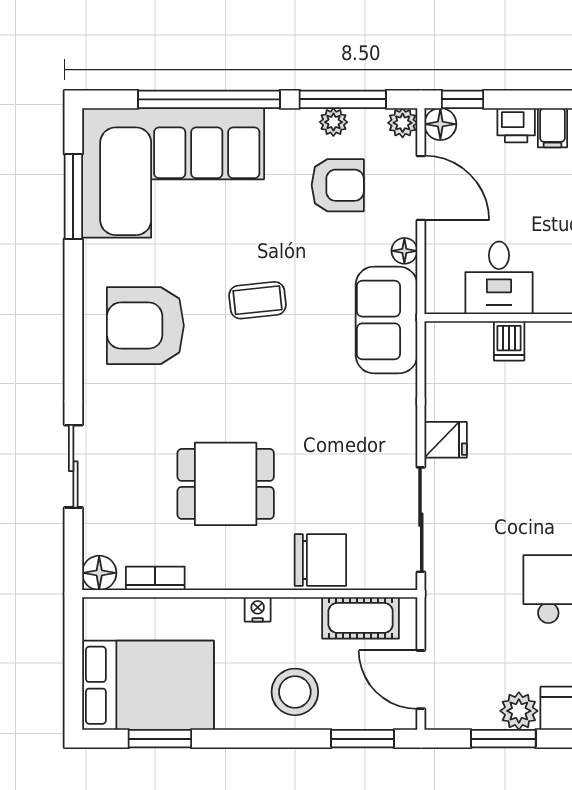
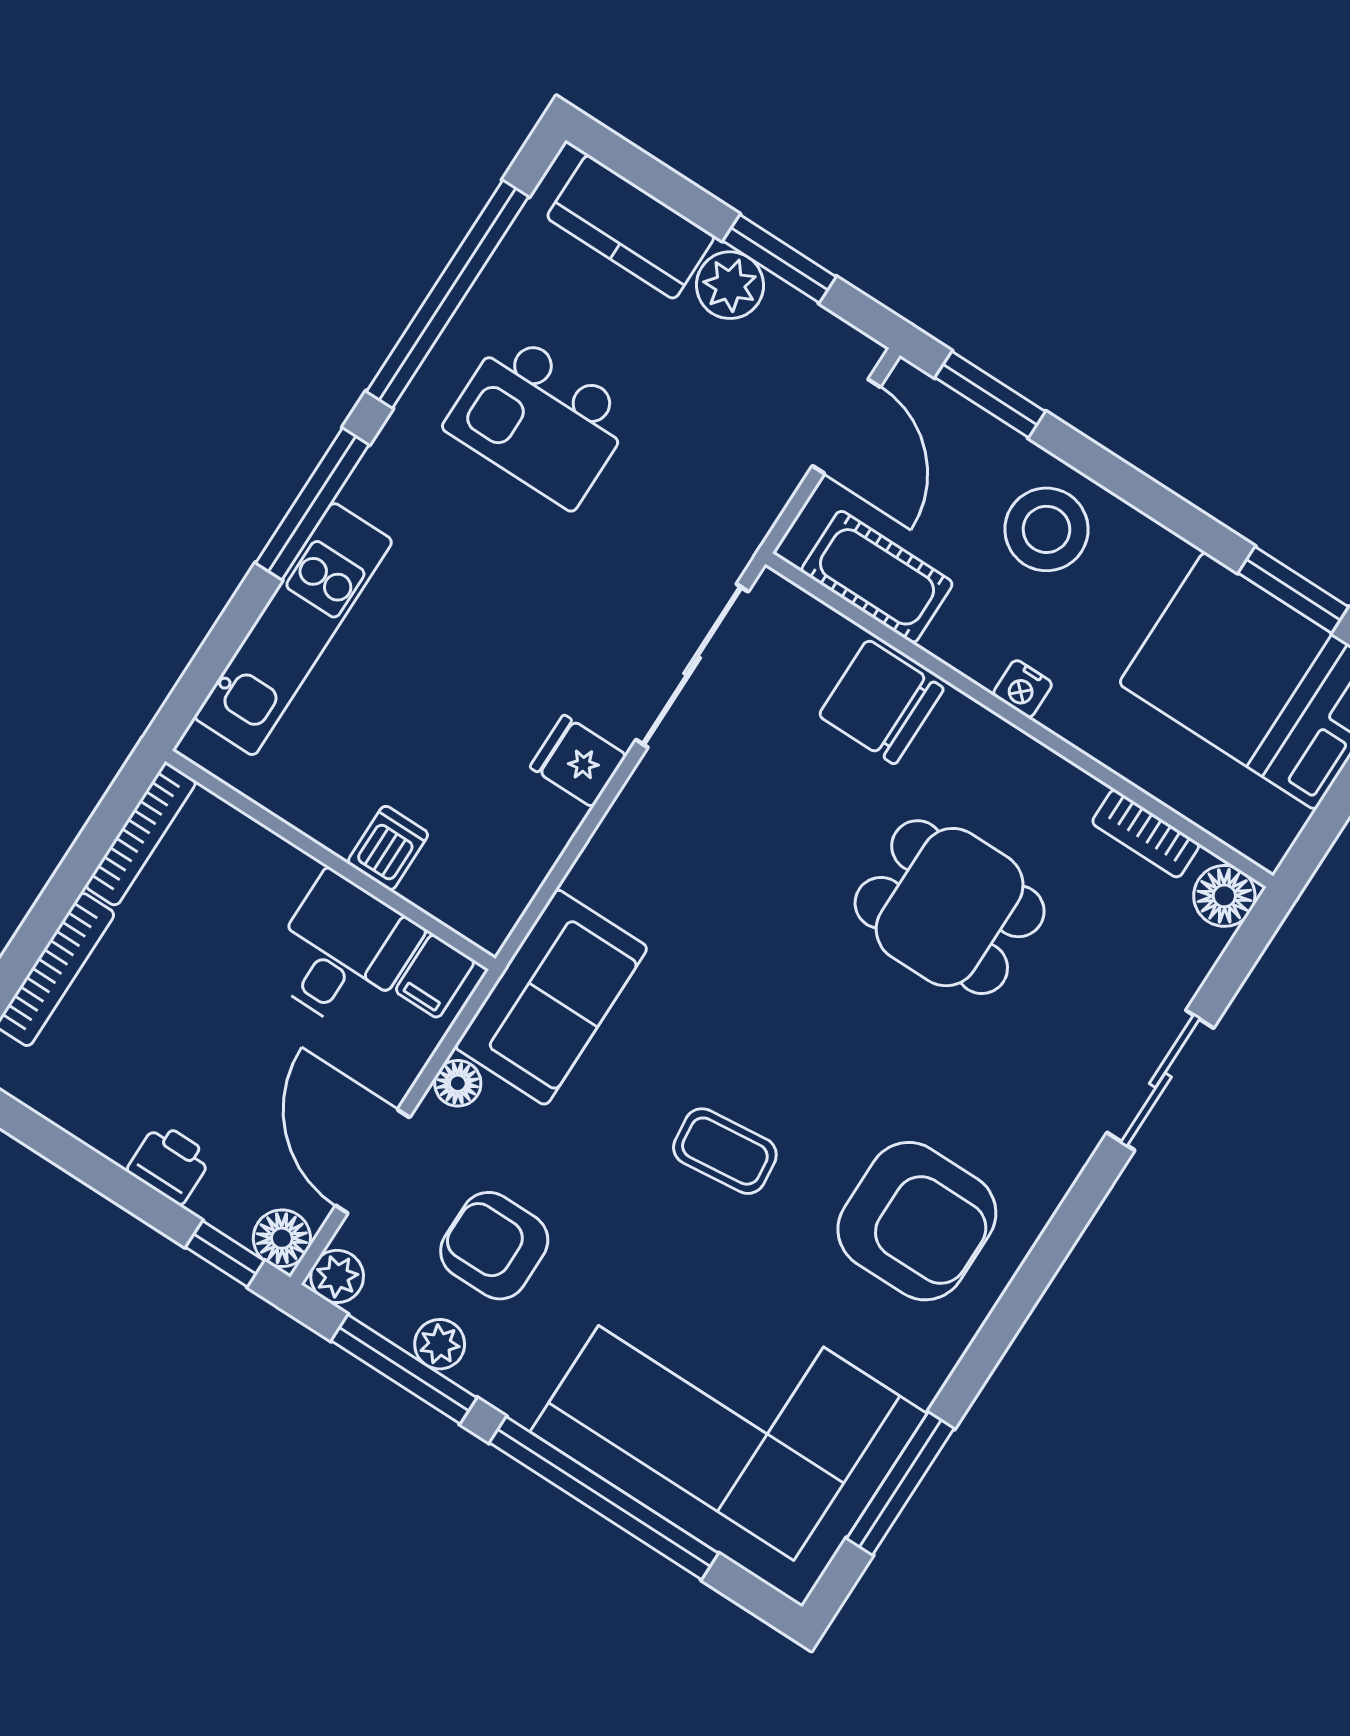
filing cabinet: (552, 128) -> (435, 976), moved, turned 180

